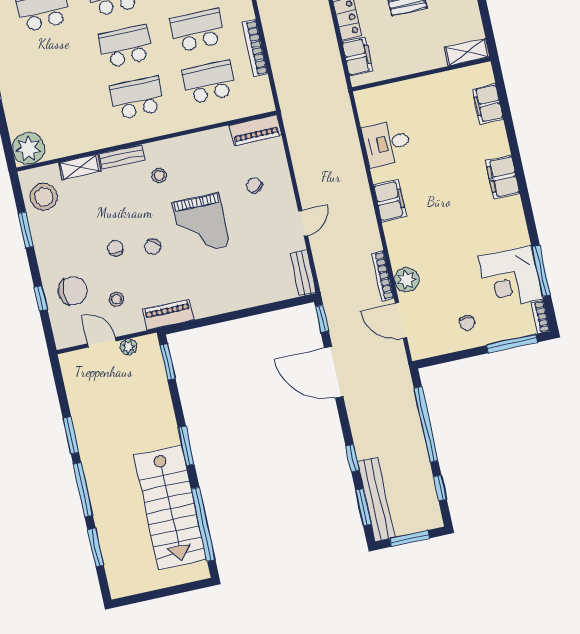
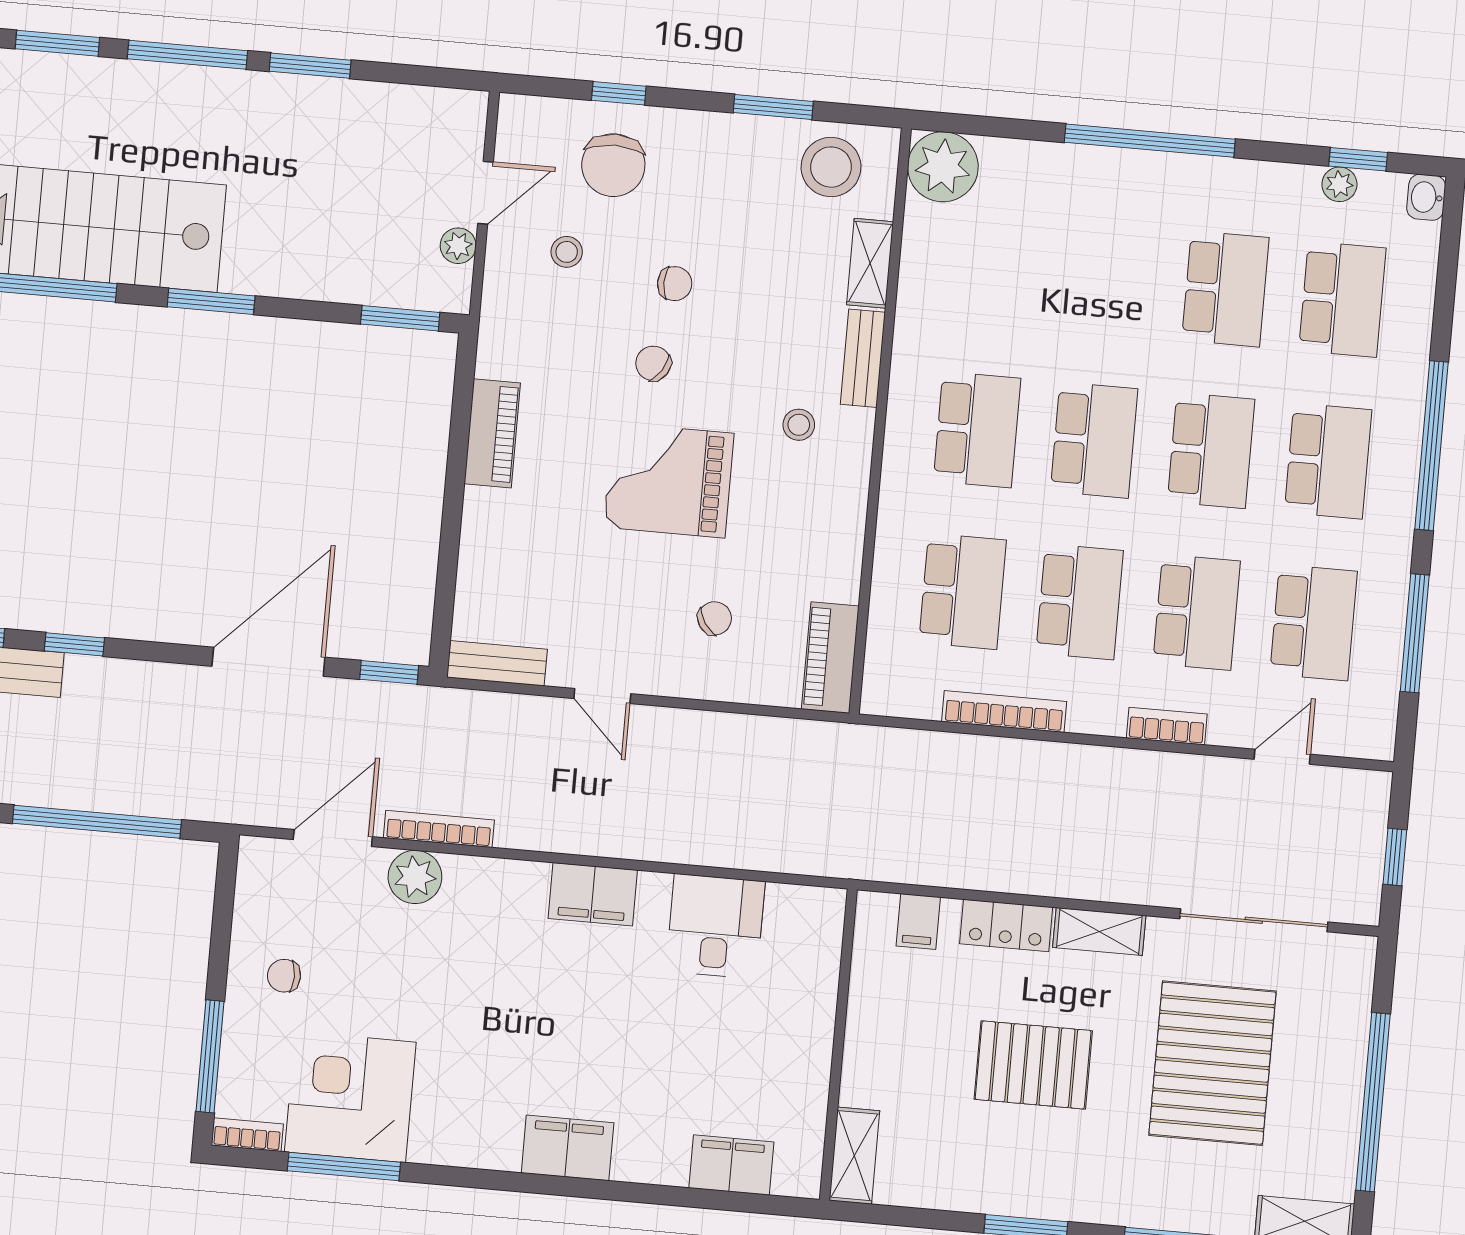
filing cabinet: (357, 57) -> (918, 922), width x0.50
piano: (168, 315) -> (492, 433), moved

